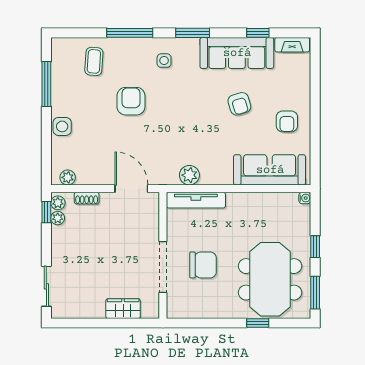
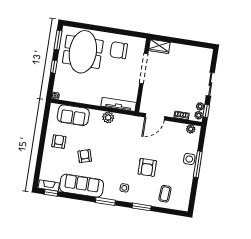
window: (130, 33) -> (142, 207), width x0.69
window: (258, 33) -> (51, 193), moved
window: (46, 84) -> (198, 164), moved
sofa: (270, 170) -> (73, 115), width x0.73
plant: (189, 175) -> (108, 117), moved
door: (131, 189) -> (155, 117), hinge flipped
chair: (203, 265) -> (119, 50), moved
sliding door: (46, 286) -> (210, 84), moved
wardrobe: (123, 309) -> (159, 46), moved
window: (258, 323) -> (94, 28), removed

